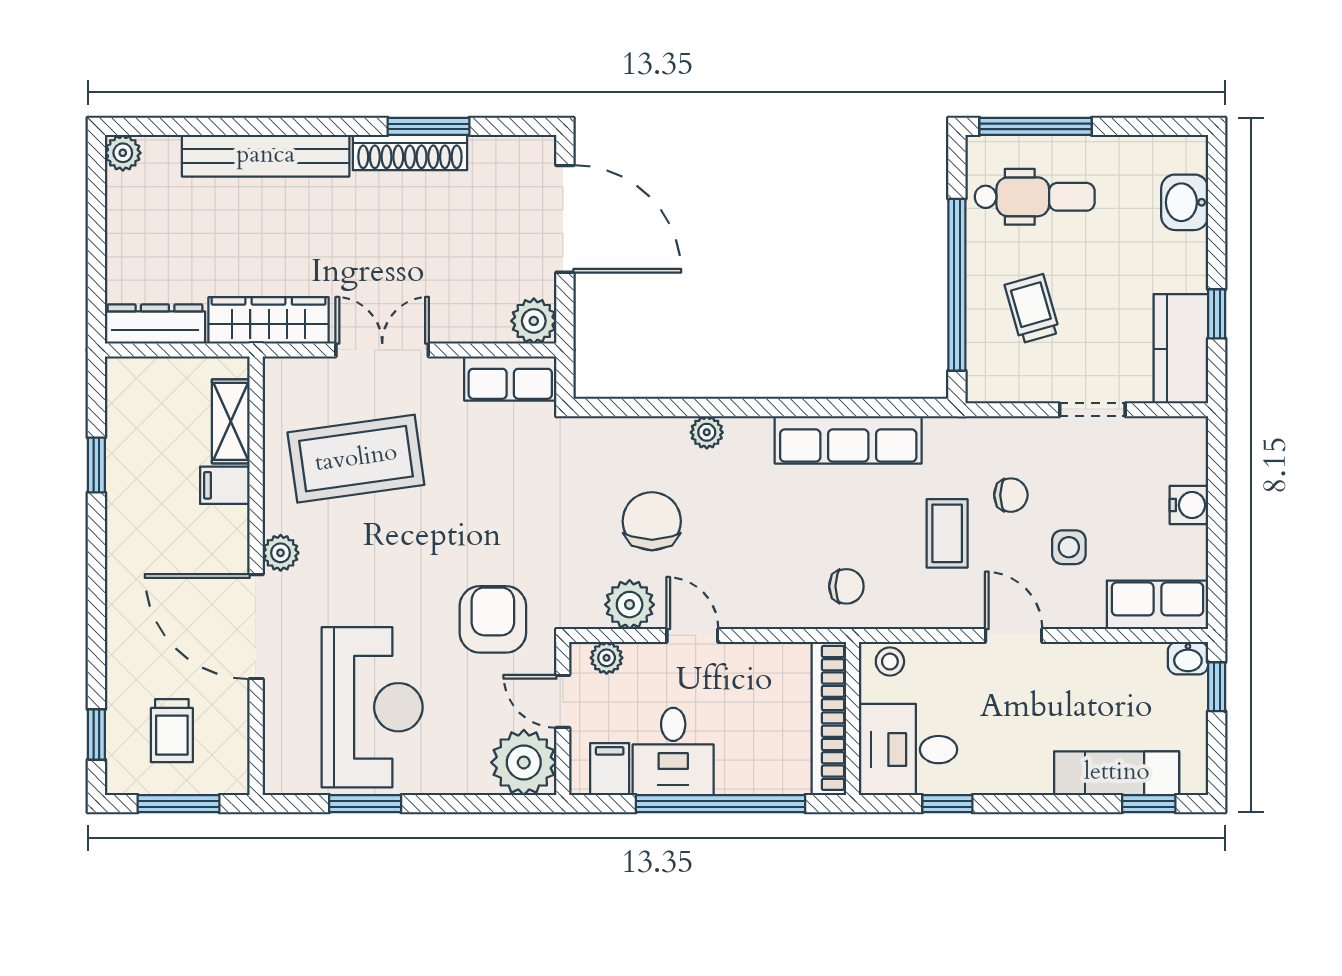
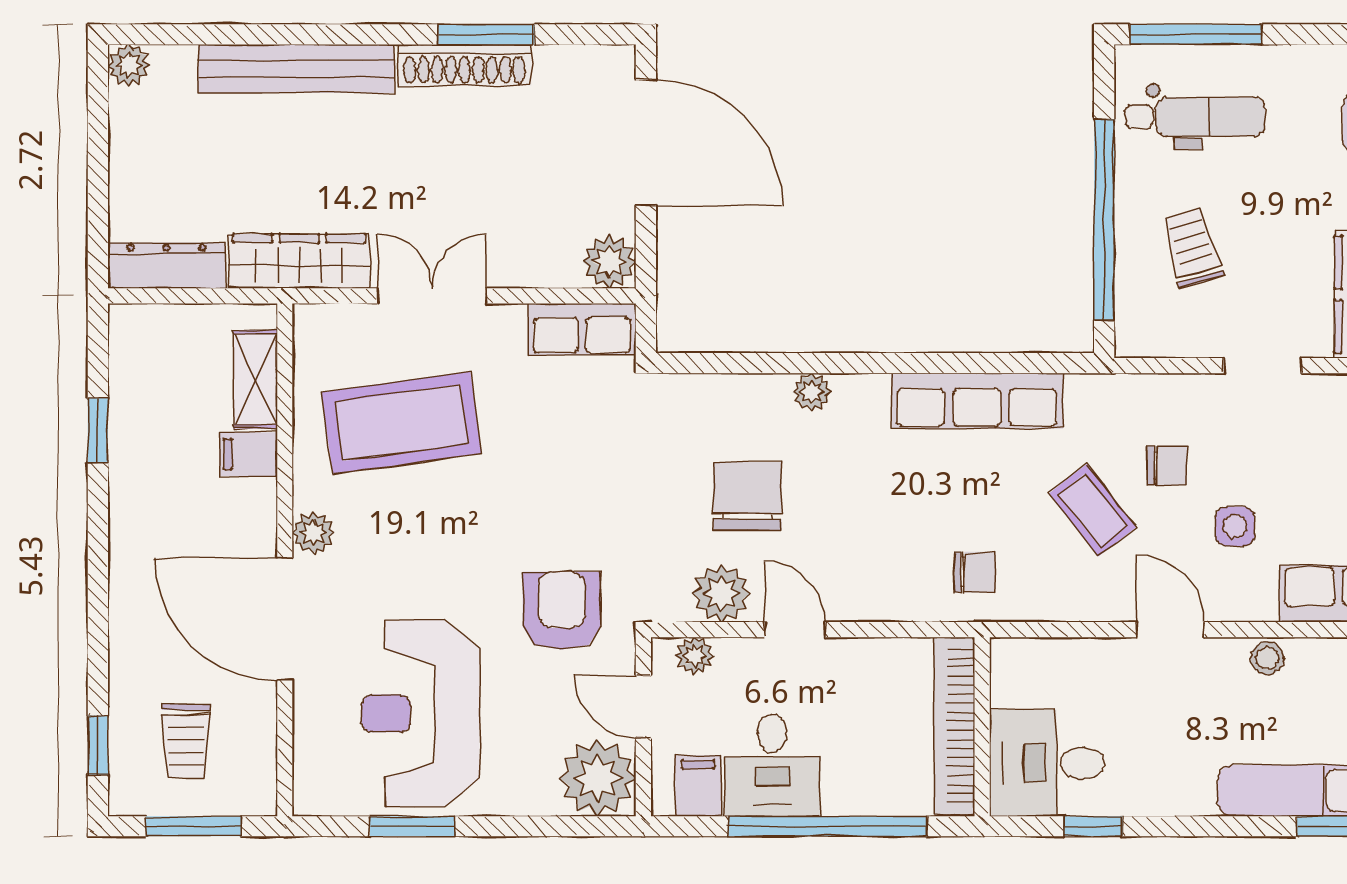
coffee table: (947, 533) -> (1093, 510), turned -38
stool: (890, 662) -> (1267, 658), moved
reception desk: (372, 707) -> (420, 713), turned 180

